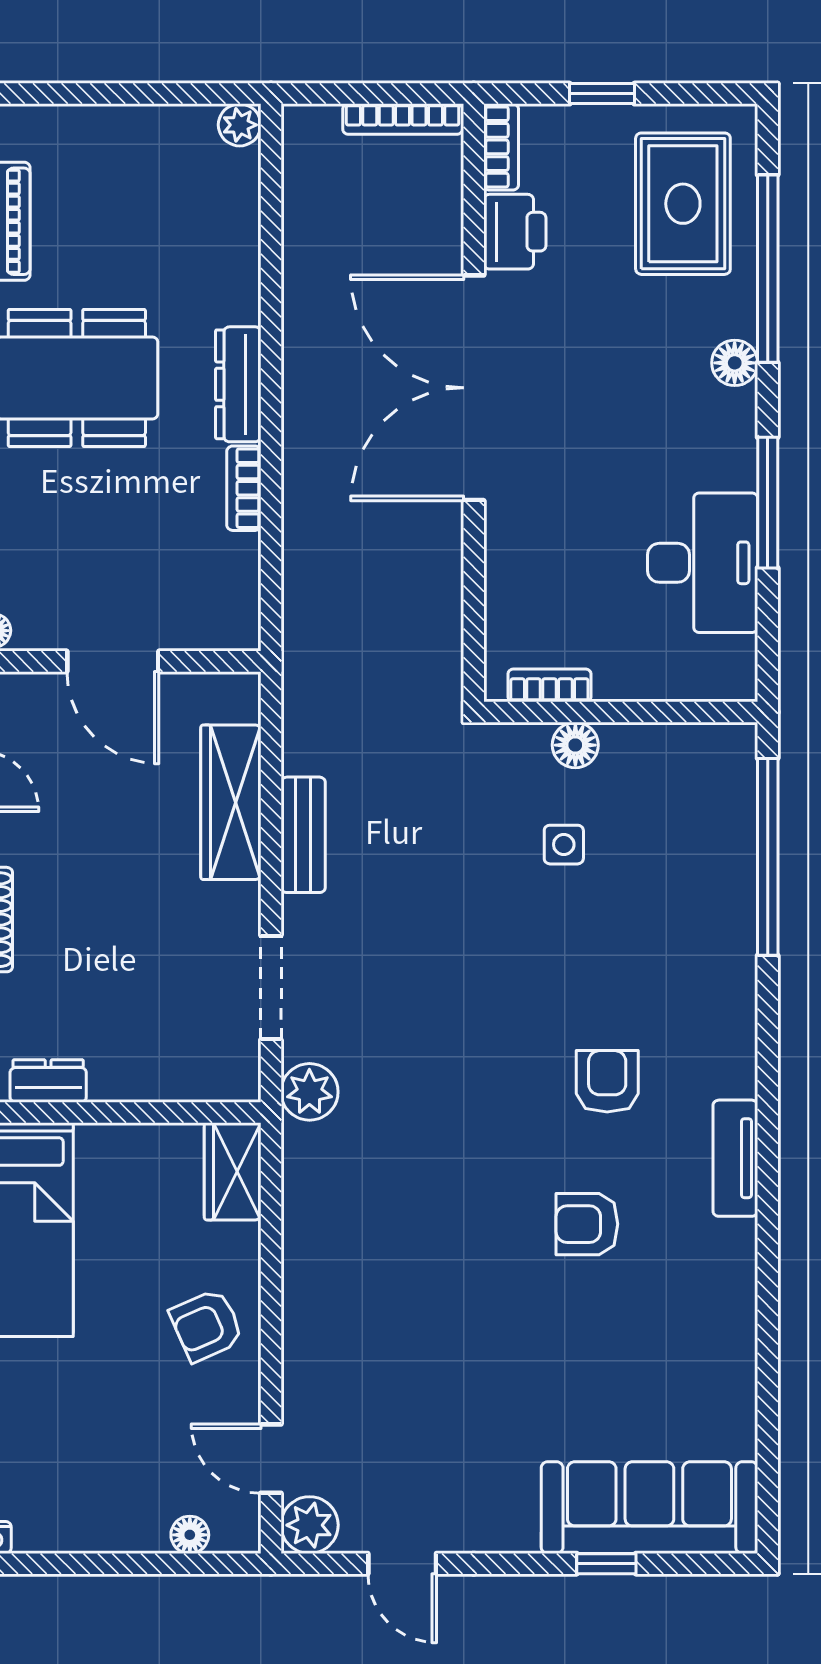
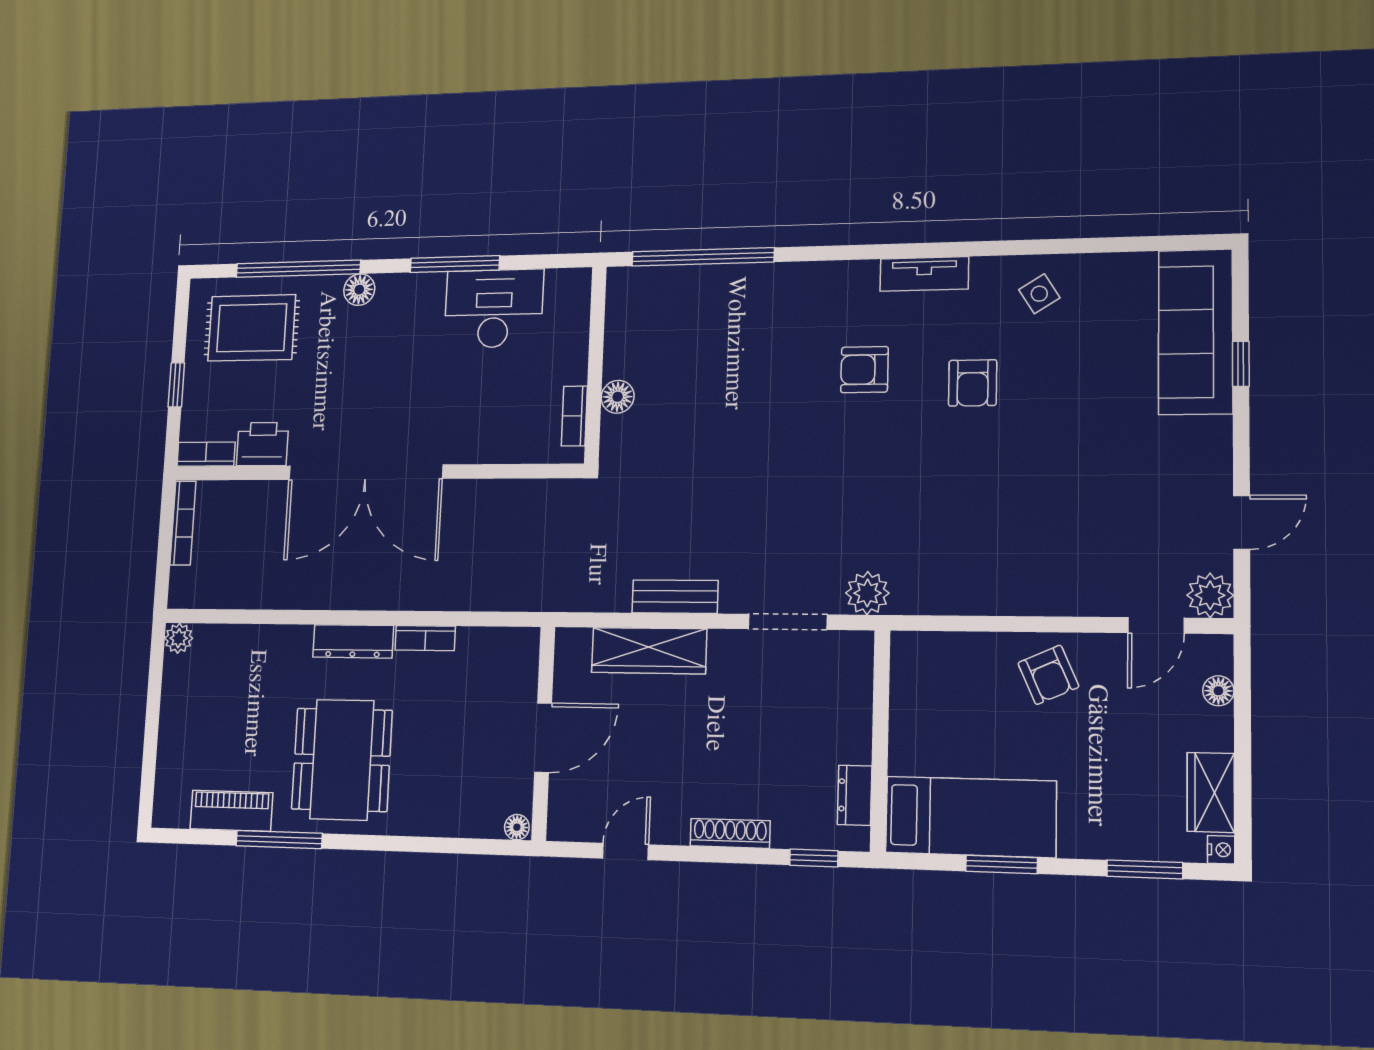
side table: (564, 845) -> (1039, 294), moved, turned -32
wardrobe: (233, 1171) -> (1211, 792), moved, turned 90

